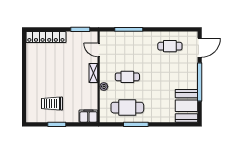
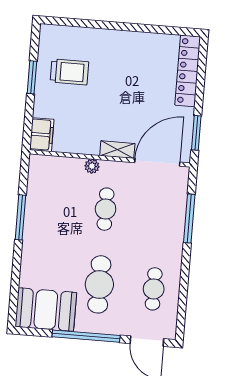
door: (99, 50) -> (157, 162), width x1.88
trolley: (52, 103) -> (69, 72), turned 90
cafe table: (127, 108) -> (99, 284), moved

